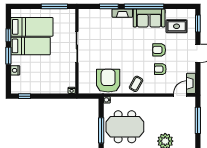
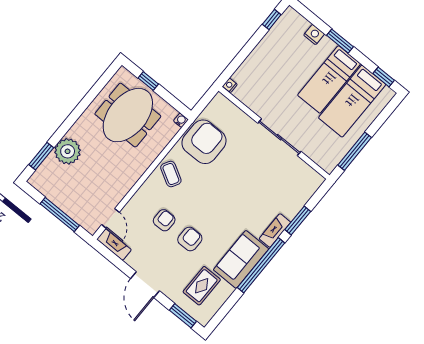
window: (8, 35) -> (384, 77), moved
armchair: (108, 81) -> (204, 142), turned -90
window: (101, 130) -> (148, 81), width x0.46

